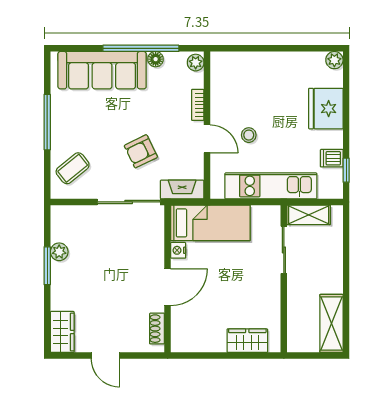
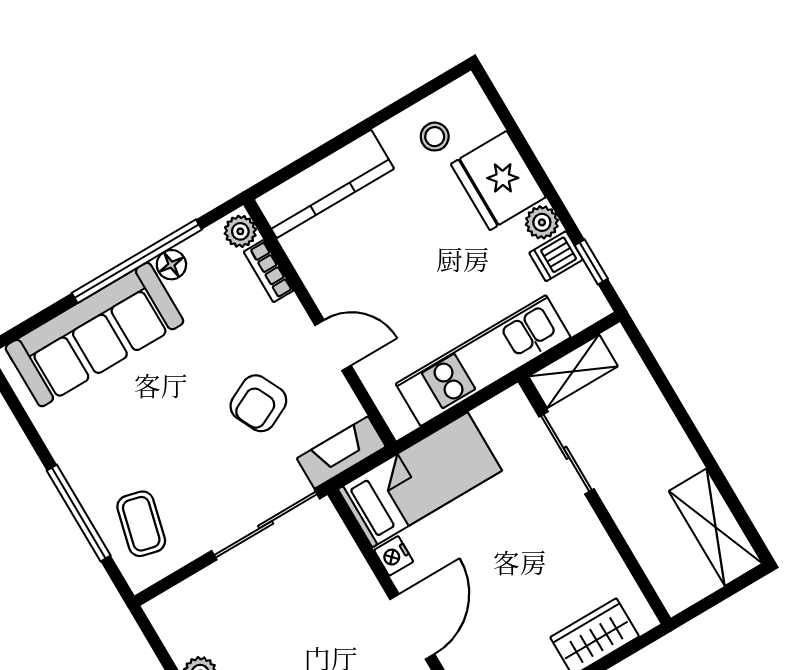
plant: (334, 60) -> (542, 222), moved
kitchen counter: (246, 63) -> (324, 184), added
bookcase: (198, 105) -> (269, 271), moved
window: (47, 122) -> (79, 513), moved
stool: (249, 135) -> (435, 137), moved
armchair: (141, 151) -> (258, 403), moved
coffee table: (73, 168) -> (141, 524), turned -37

